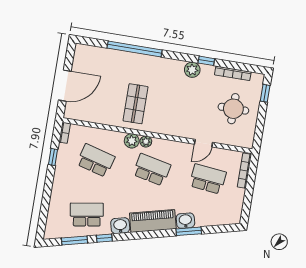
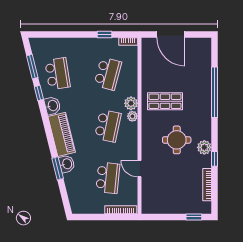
round table: (233, 109) -> (177, 140), moved

